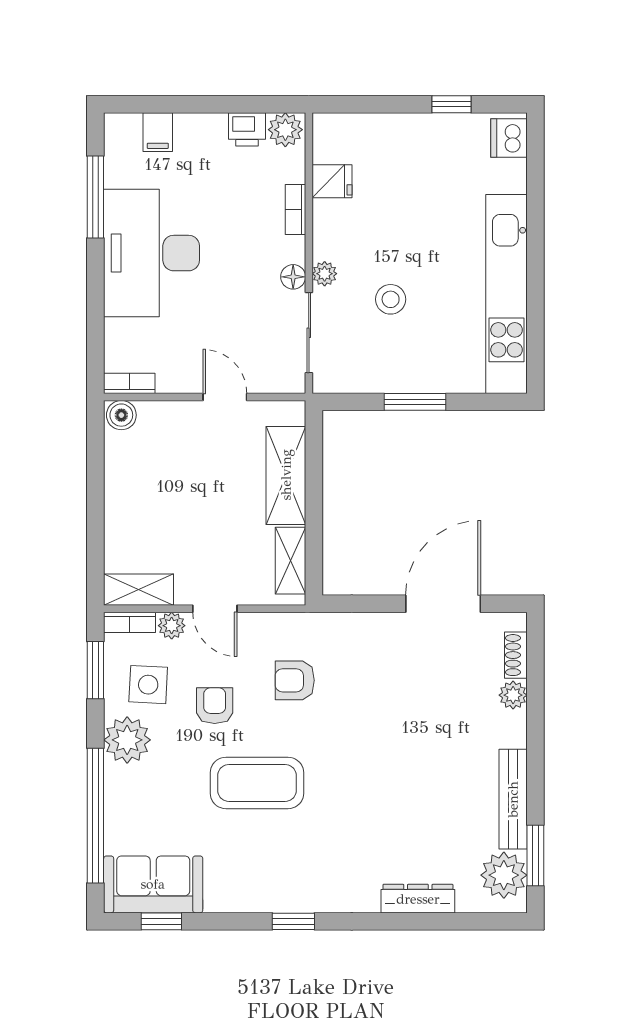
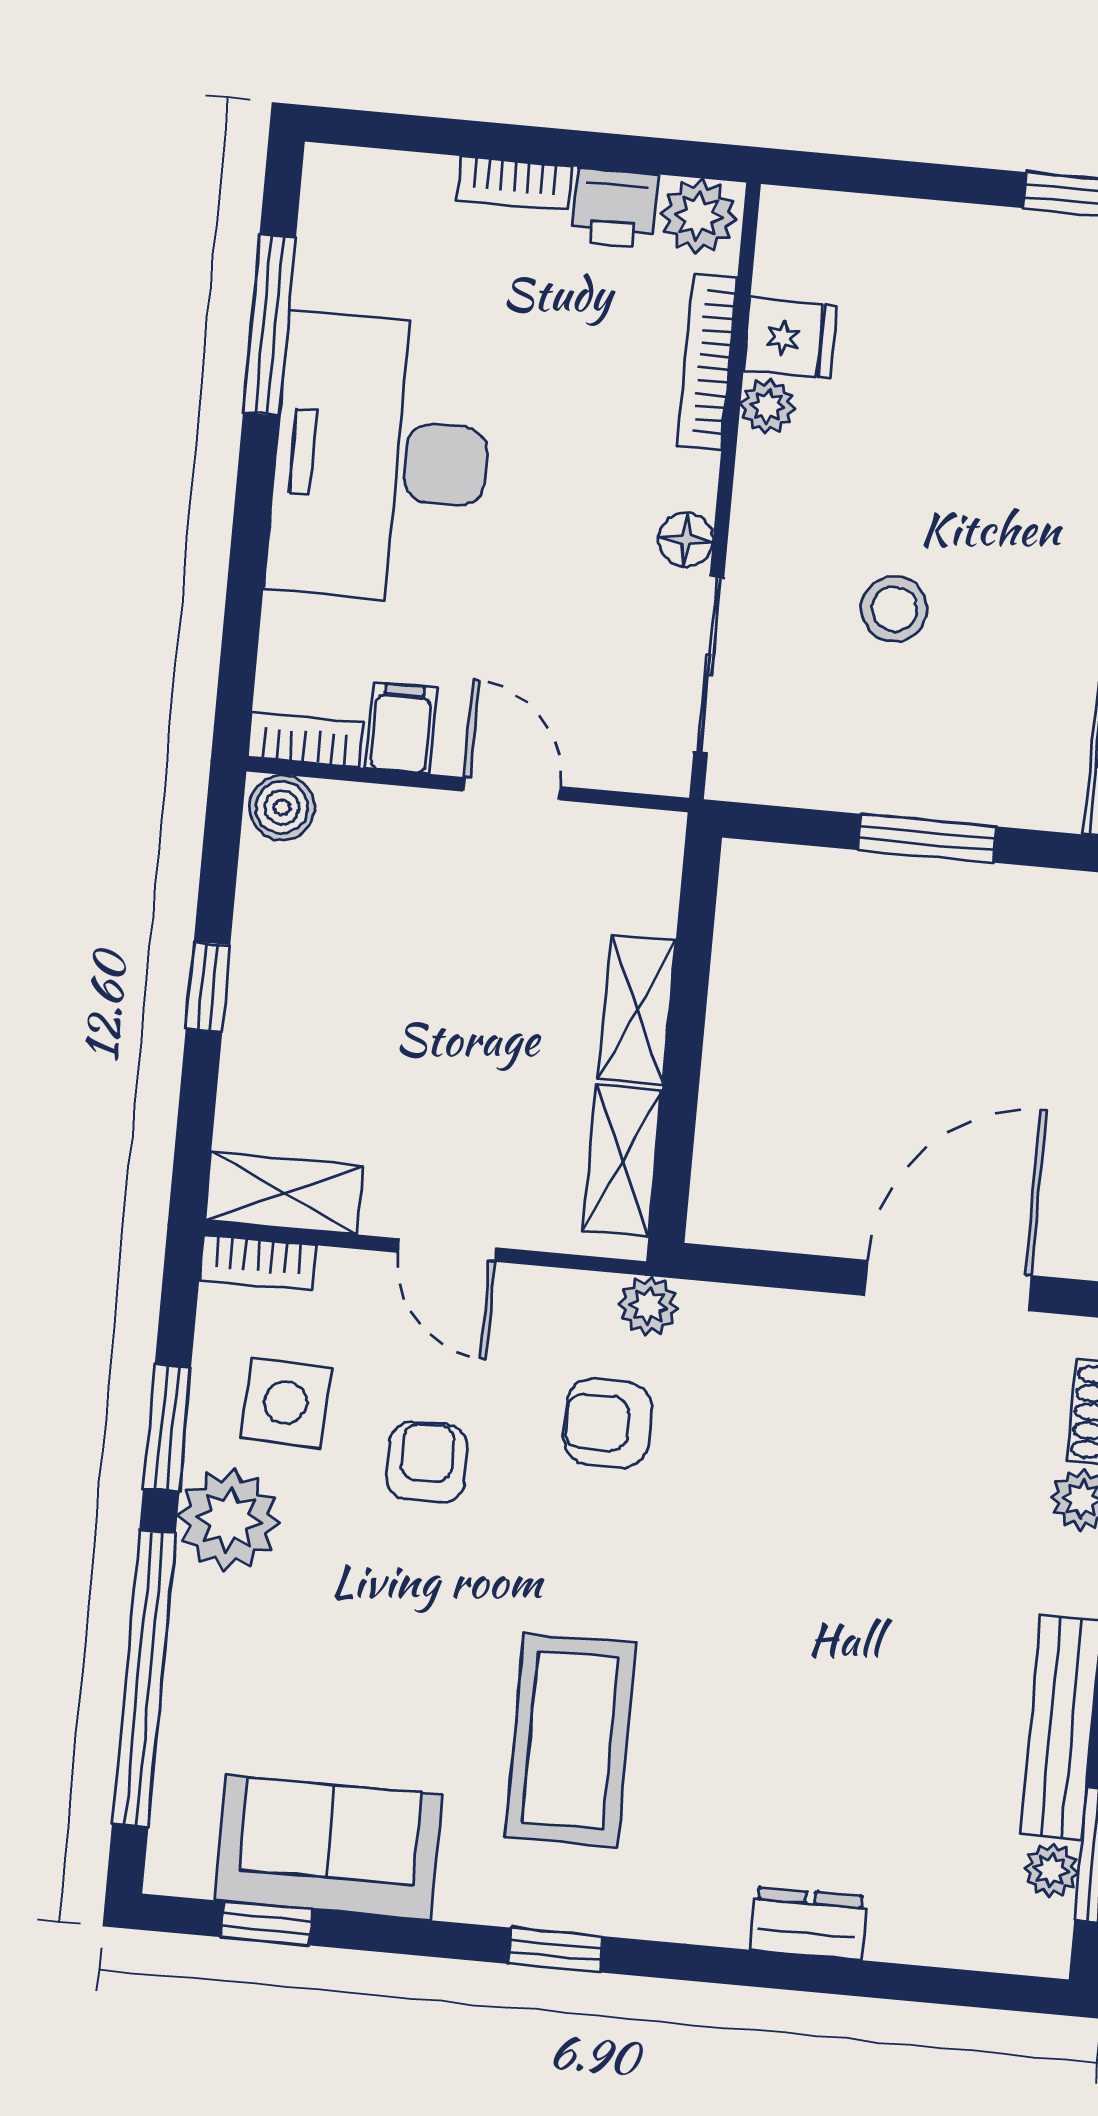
bookcase: (201, 123) -> (514, 183), added
filing cabinet: (158, 132) -> (401, 728), moved, turned 180
bookcase: (295, 209) -> (707, 362), width x1.56
plant: (325, 274) -> (767, 406), moved
shelving: (286, 475) -> (637, 1010), width x0.67, depth x0.75
window: (95, 499) -> (208, 987), added
plant: (172, 626) -> (648, 1306), moved
window: (95, 670) -> (167, 1428), moved
coffee table: (257, 783) -> (571, 1740), moved, turned 90
plant: (504, 875) -> (1051, 1870), width x0.53, depth x0.53
sofa: (153, 884) -> (329, 1848), moved
dresser: (418, 899) -> (808, 1923), width x0.70

